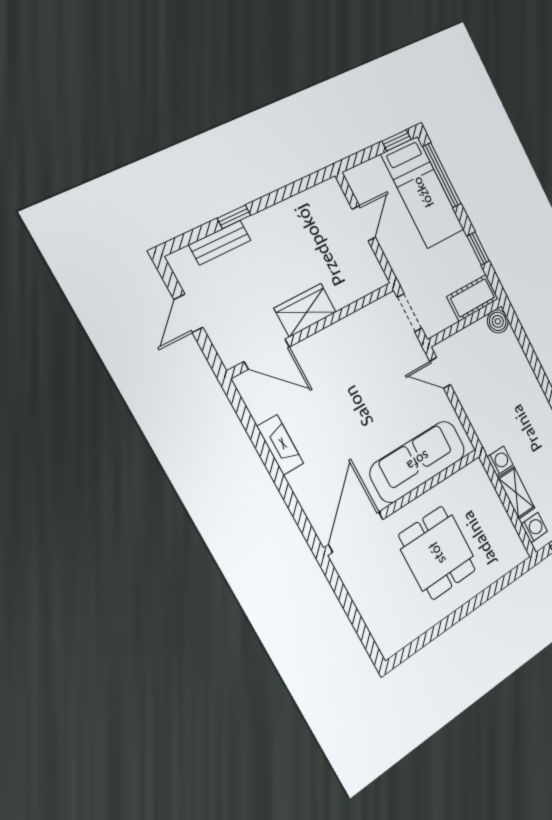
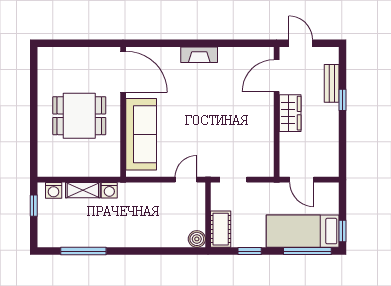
wardrobe: (305, 310) -> (290, 113), moved
wall: (313, 329) -> (277, 112), moved
door: (267, 354) -> (277, 76), moved

